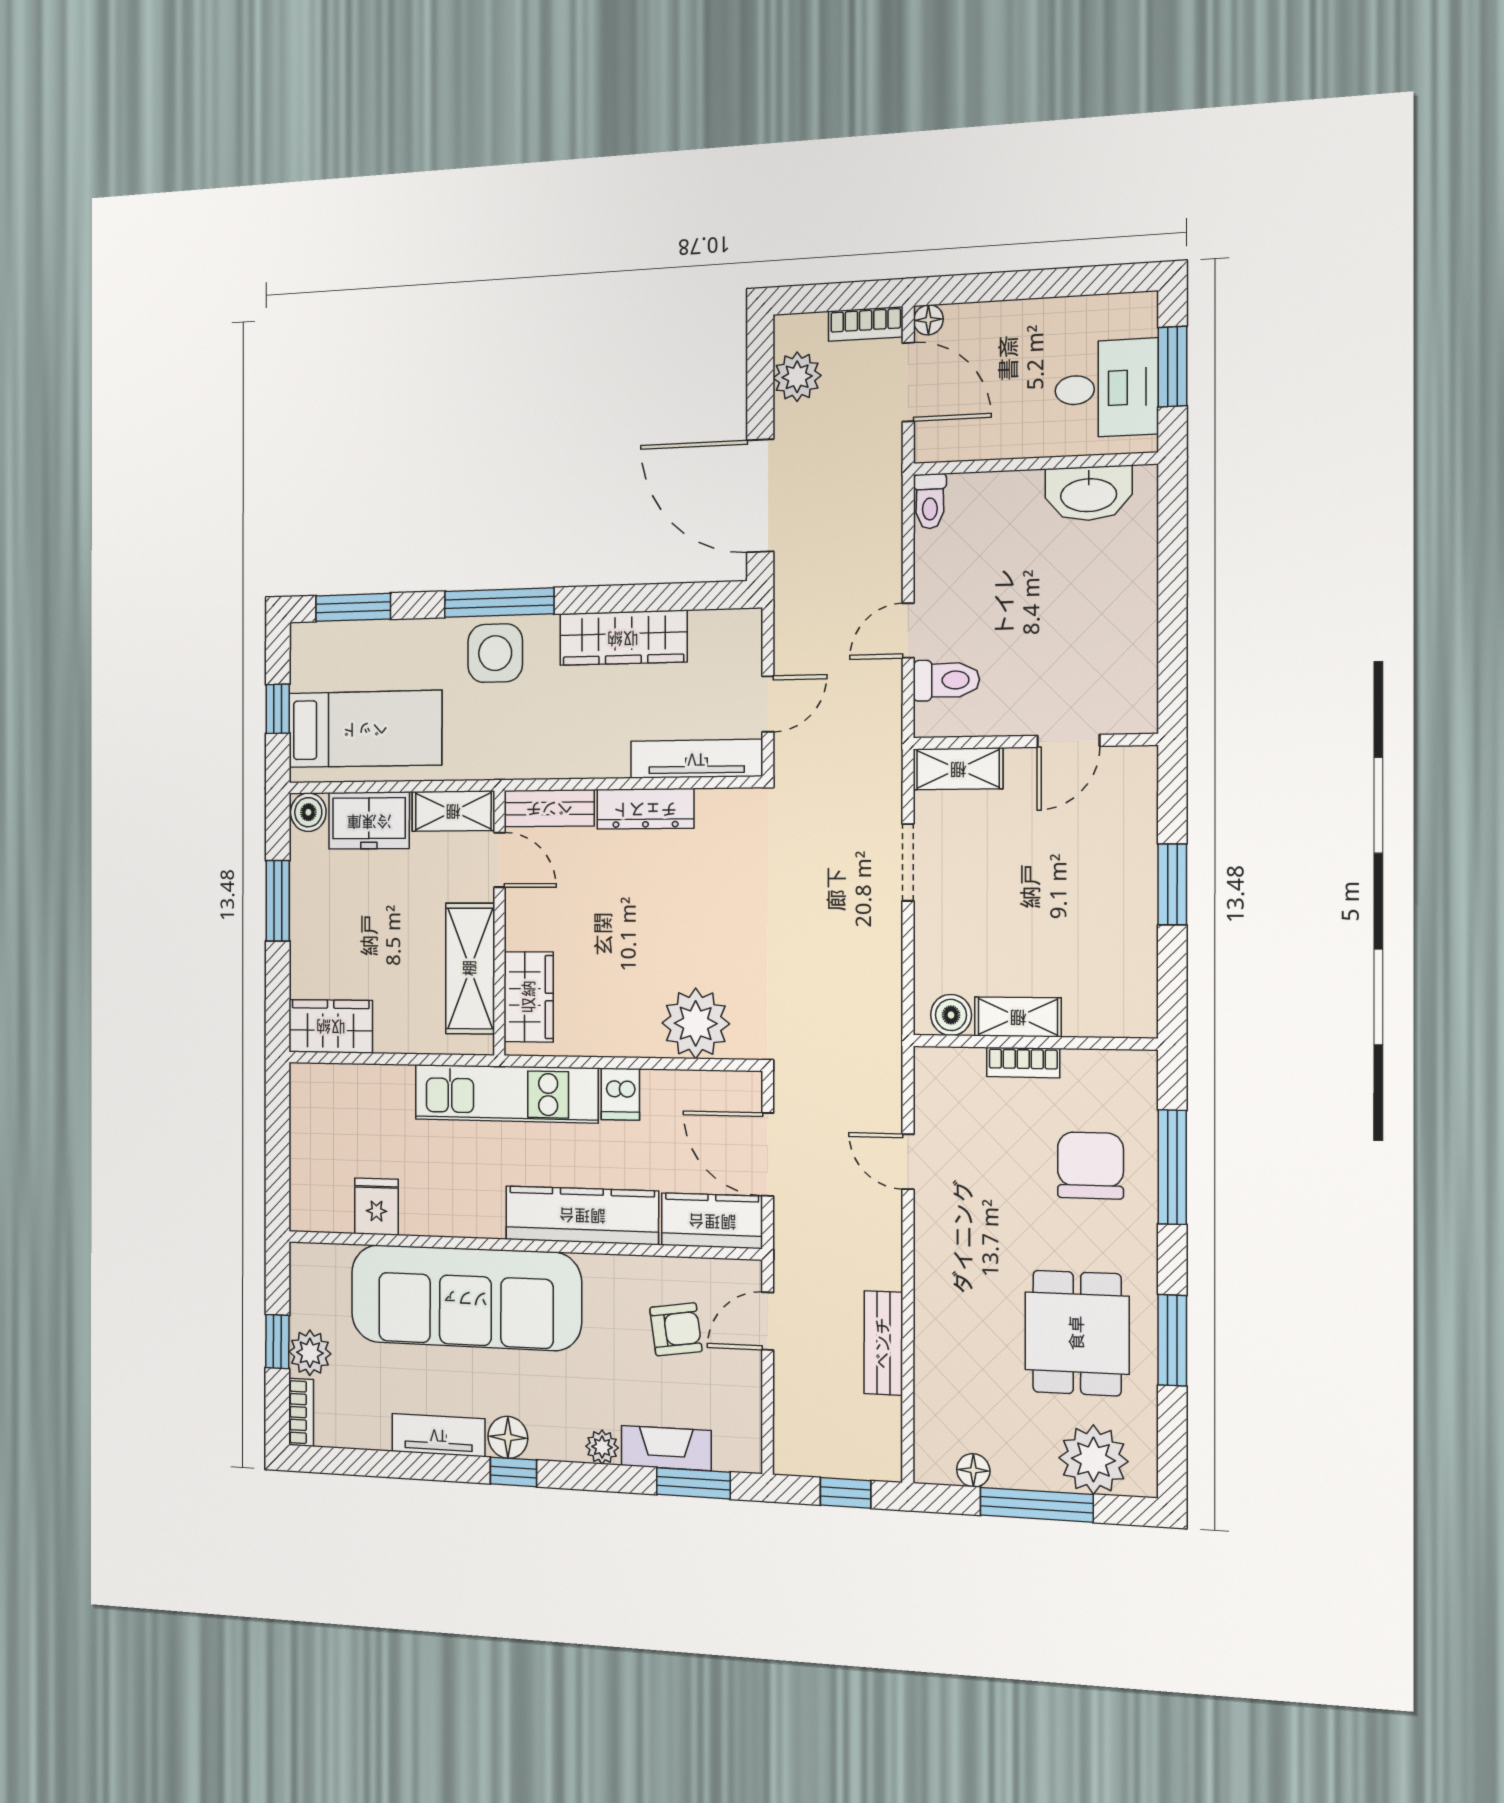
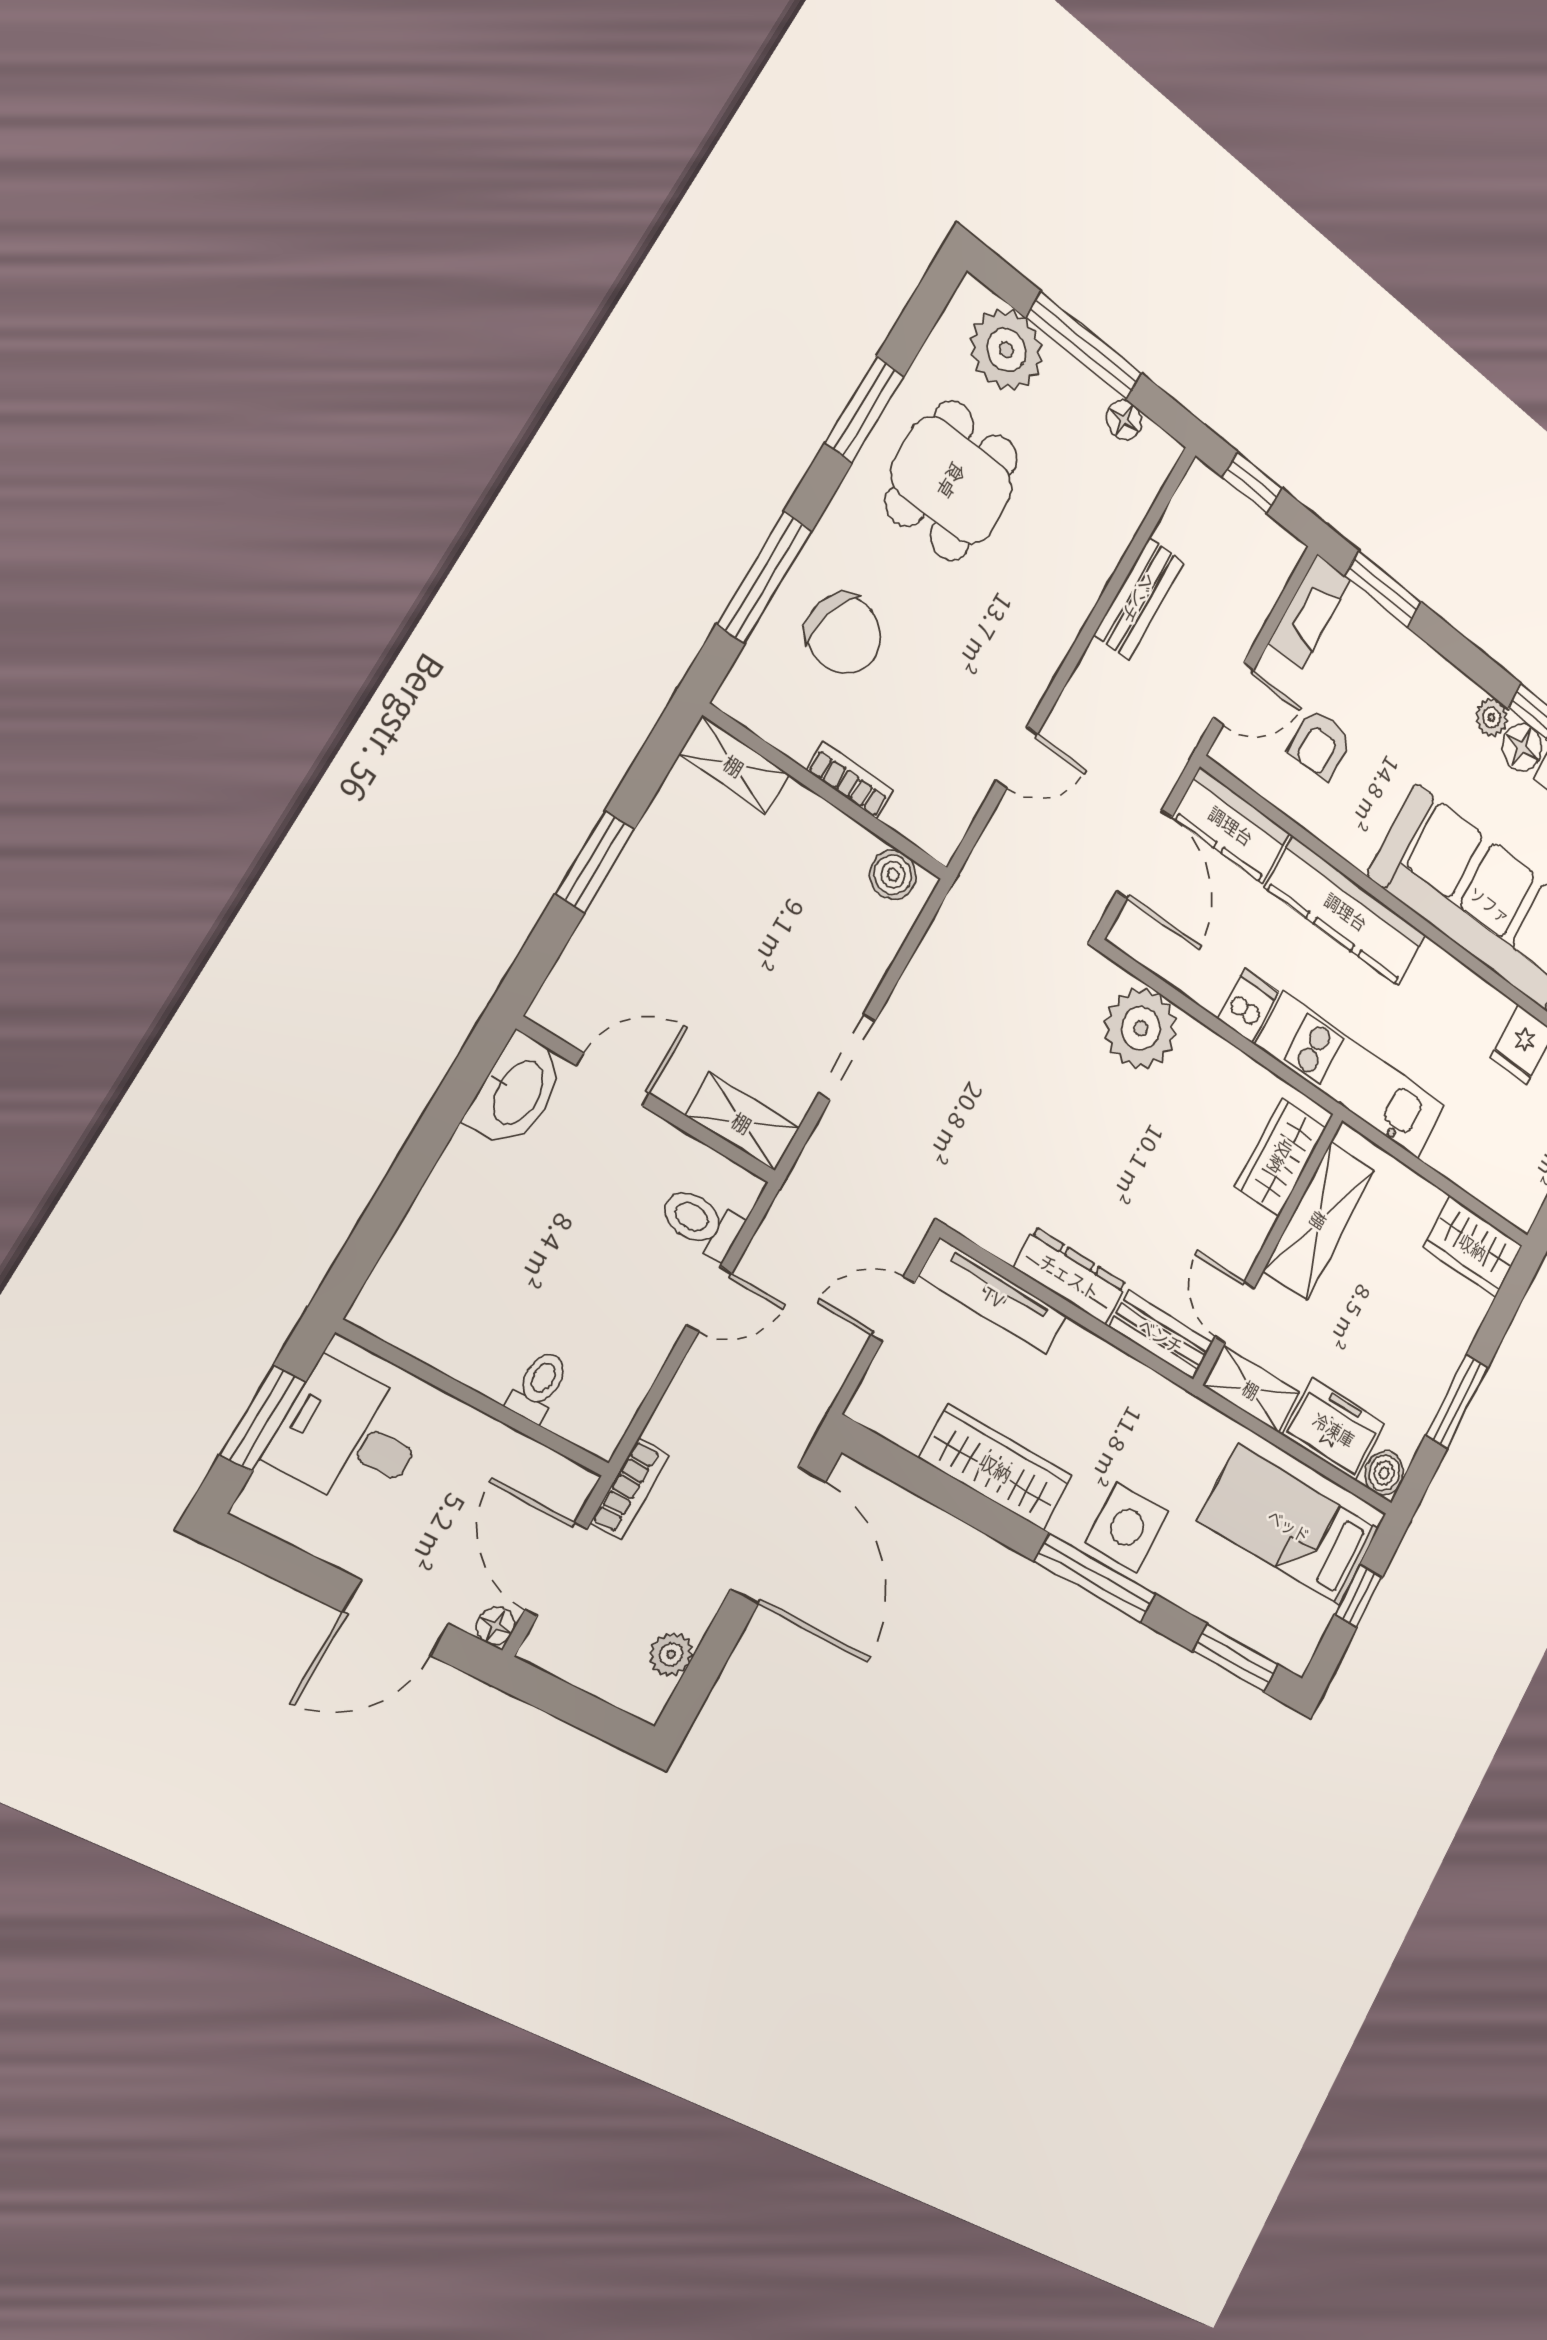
door: (1001, 286) -> (396, 1618), added
bookcase: (866, 324) -> (630, 1489), moved, turned 90
plant: (797, 377) -> (671, 1654), width x0.73, depth x0.73
washbasin: (1089, 494) -> (517, 1092), moved, turned 90
toilet: (930, 501) -> (538, 1386), moved
shelving: (1018, 1017) -> (734, 765), moved
door: (908, 1162) -> (1017, 757), hinge flipped
chair: (1090, 1165) -> (844, 634), turned -74
armchair: (676, 1329) -> (1320, 744), turned -82
plant: (602, 1447) -> (1491, 717), moved
fireplace: (666, 1448) -> (1310, 611), moved, turned -90

